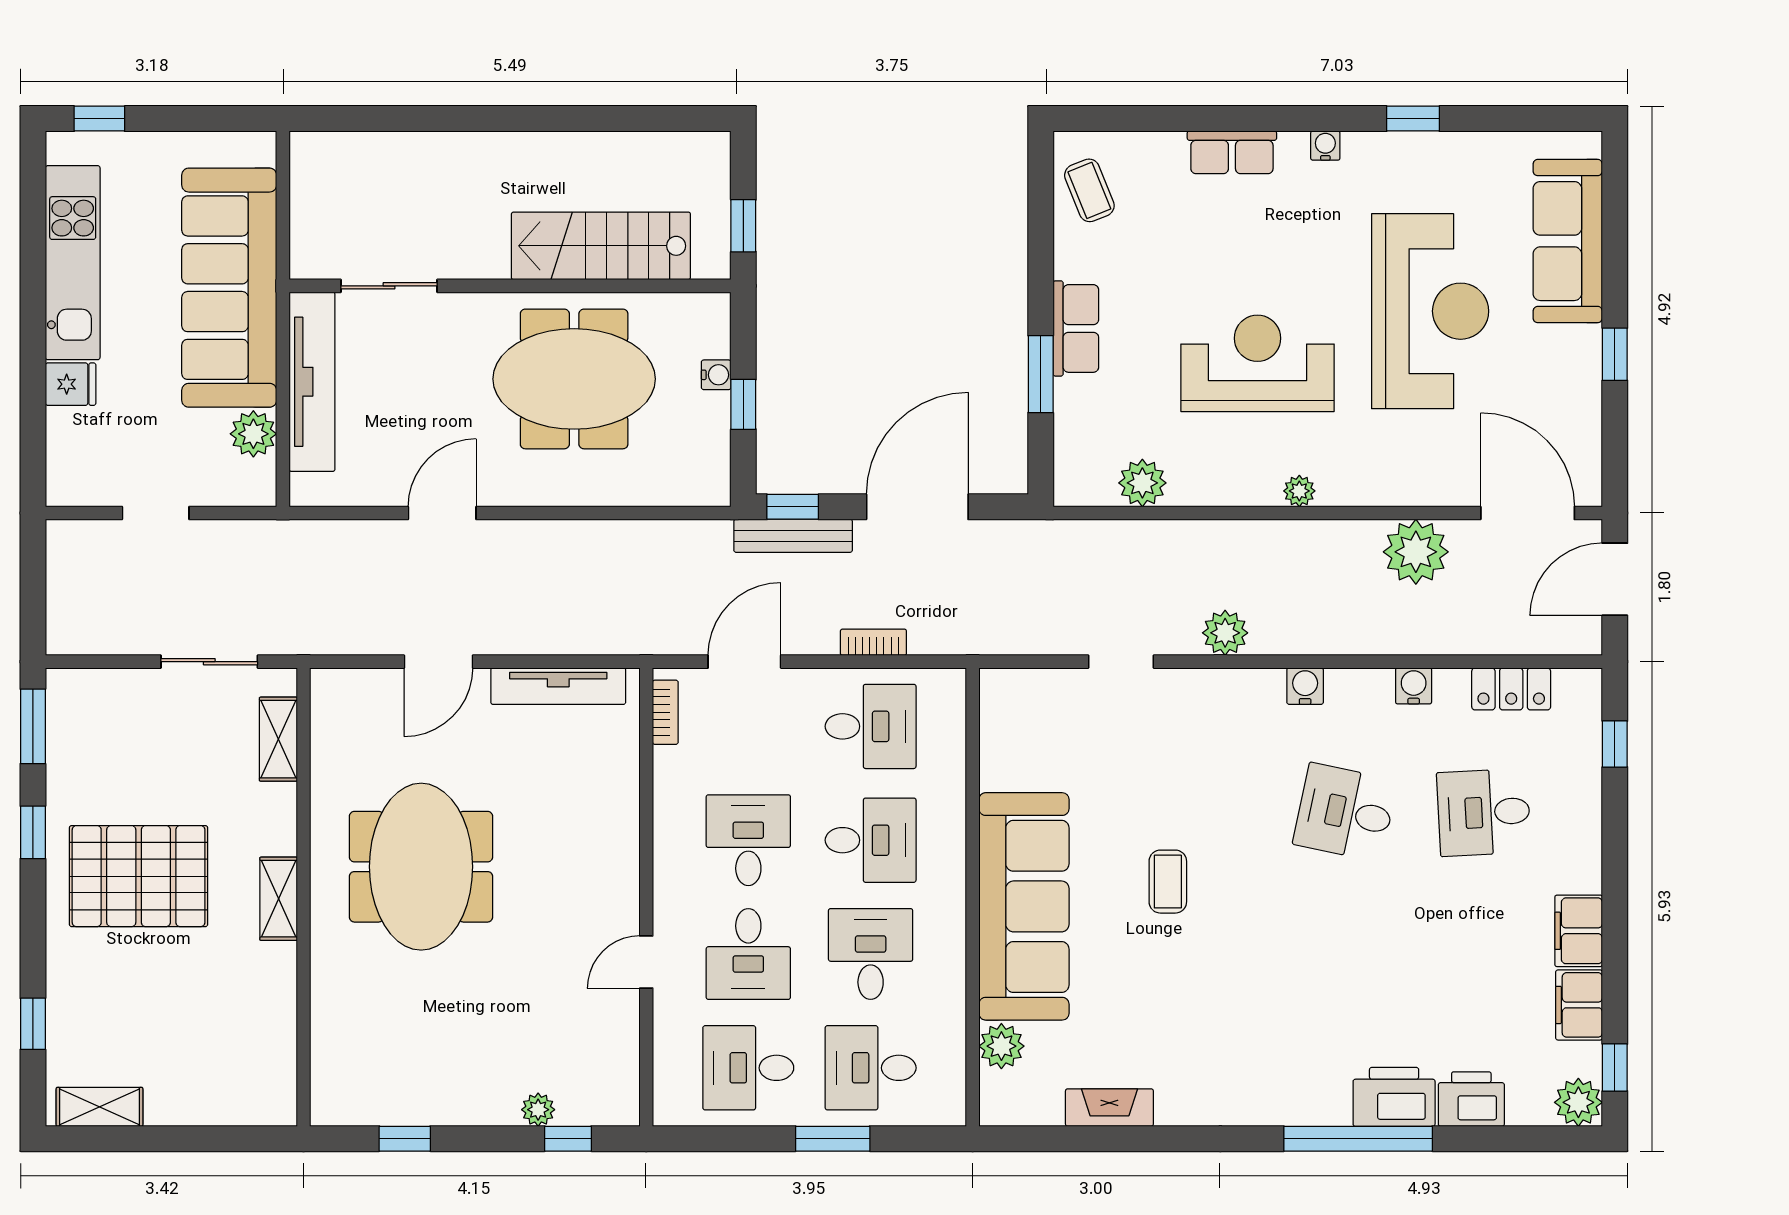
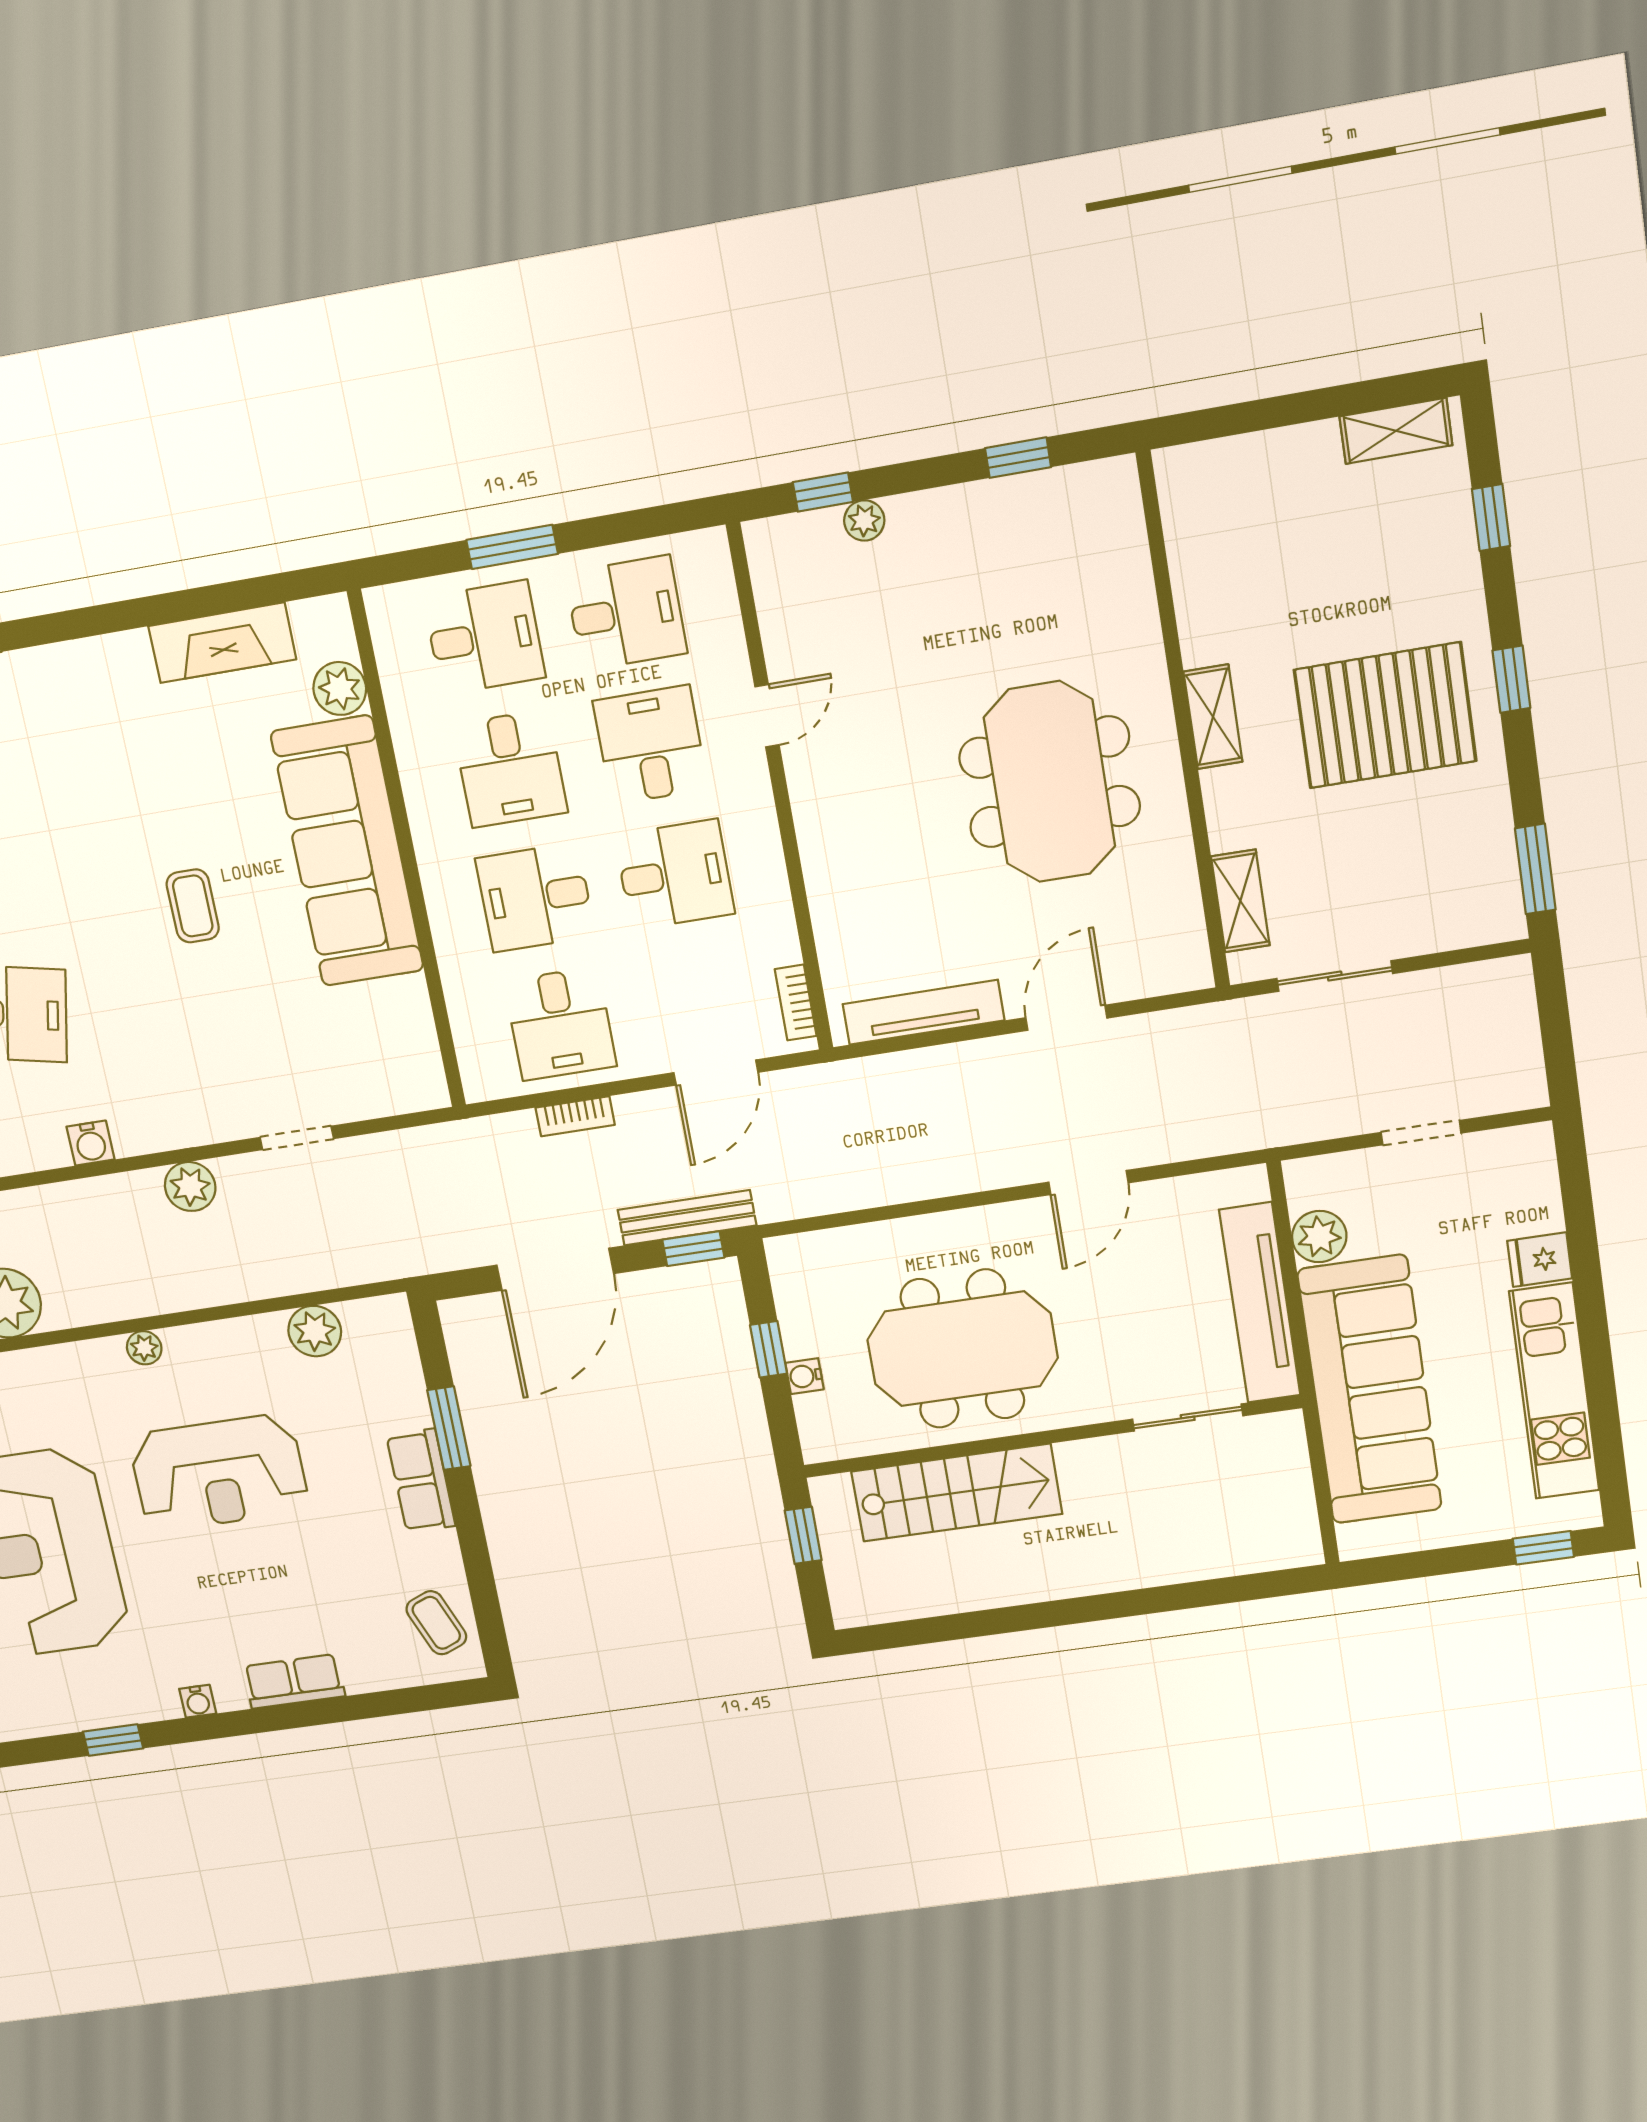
desk: (871, 726) -> (560, 1024), turned -90
window: (33, 832) -> (1511, 679), moved
desk: (748, 840) -> (675, 875), turned -90
fireplace: (1109, 1108) -> (222, 643), width x1.37, depth x1.32

